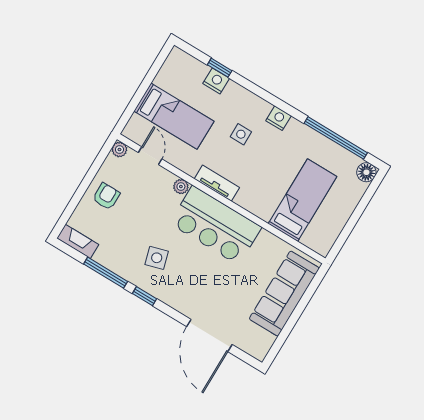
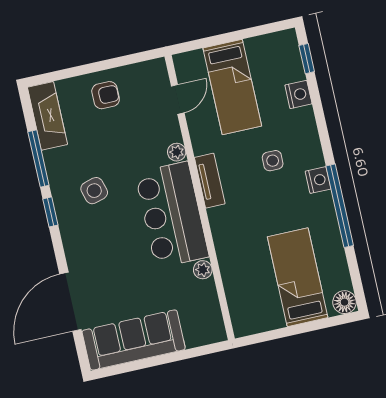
window: (220, 68) -> (307, 59), moved
window: (336, 138) -> (340, 206), moved
plant: (119, 150) -> (203, 270), moved
bed: (303, 200) -> (298, 277), moved, turned -90
fireplace: (78, 241) -> (47, 116), width x1.37, depth x1.32
sofa: (284, 294) -> (134, 340), moved

